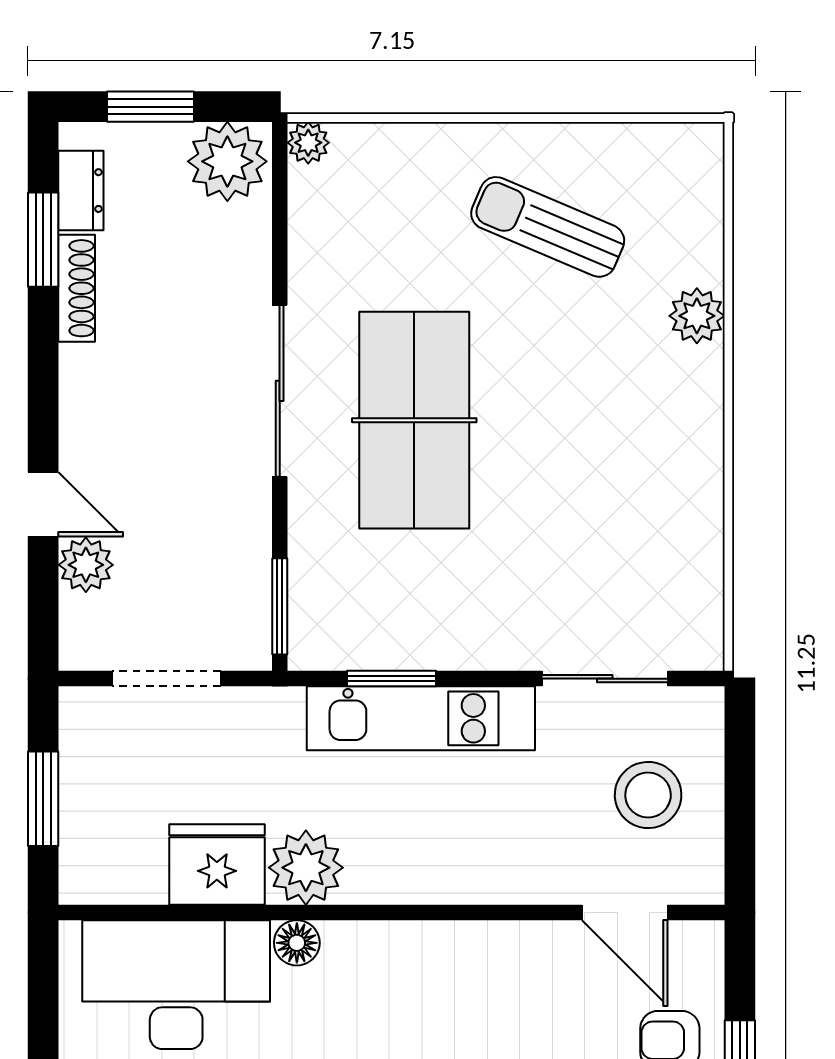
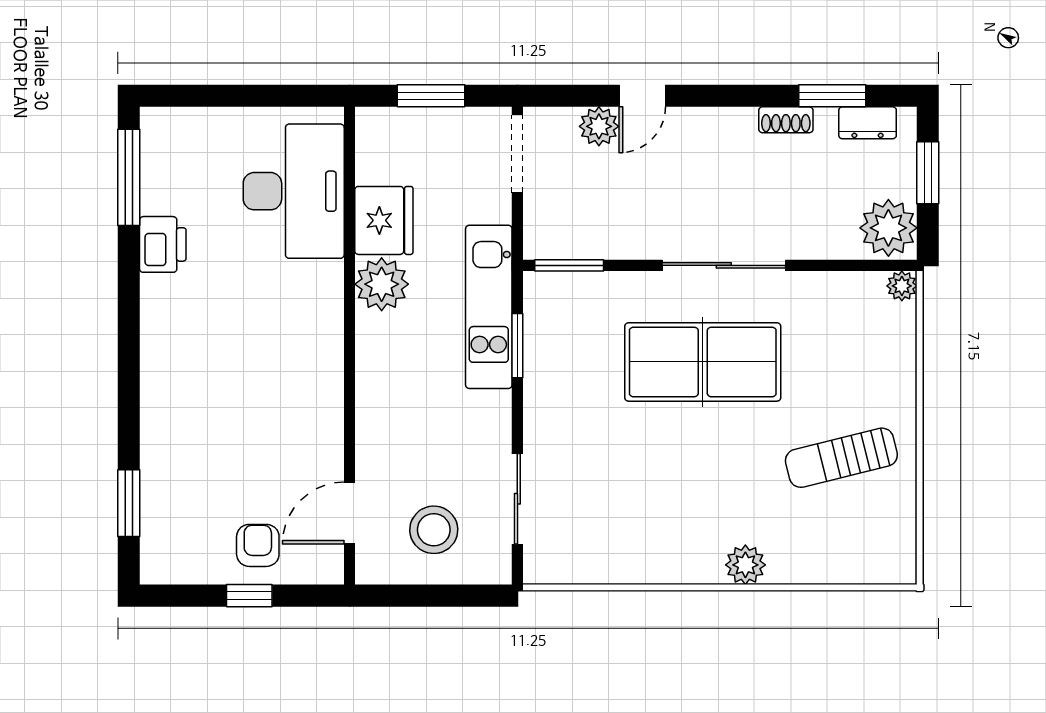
sun lounger: (548, 227) -> (841, 458), turned -127
shoe rack: (77, 288) -> (786, 120), width x0.70
plant: (697, 316) -> (745, 565), moved
doorway: (166, 679) -> (517, 154), moved
kitchen unit: (421, 718) -> (489, 307), moved
floor lamp: (297, 943) -> (328, 278), removed

